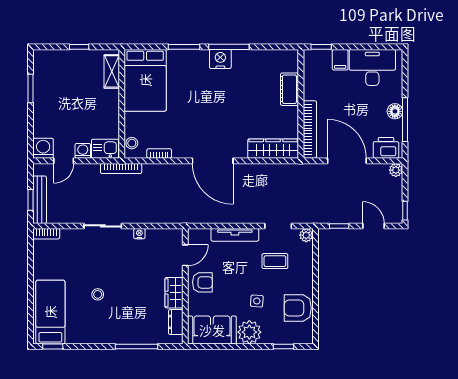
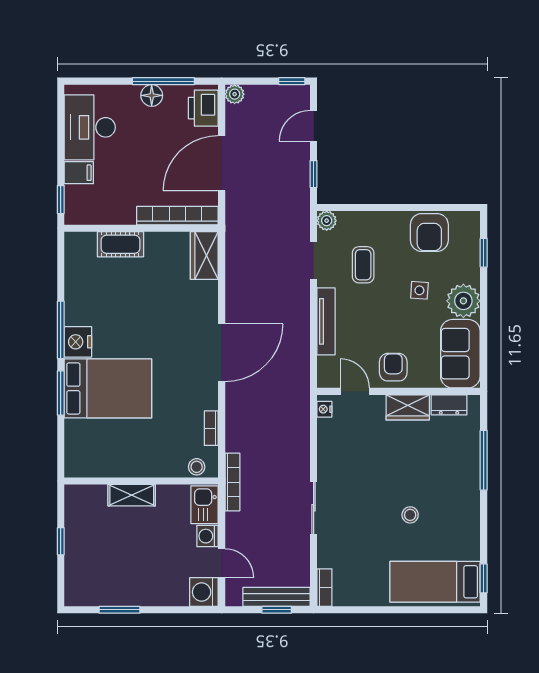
shelving: (112, 71) -> (132, 495), moved
bed: (145, 80) -> (108, 388), moved
wardrobe: (273, 149) -> (204, 255), width x0.67
nightstand: (139, 234) -> (324, 409), moved

